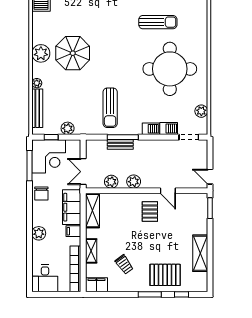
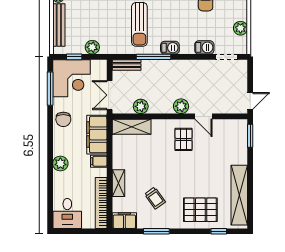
barbecue: (151, 129) -> (170, 48), moved
bench: (120, 144) -> (127, 65), moved
door: (210, 177) -> (250, 101), swing flipped
plant: (134, 182) -> (181, 106), moved
shelving: (93, 211) -> (132, 127), moved, turned 90
shelving: (200, 253) -> (239, 195), width x1.47
window: (150, 294) -> (156, 231), moved

